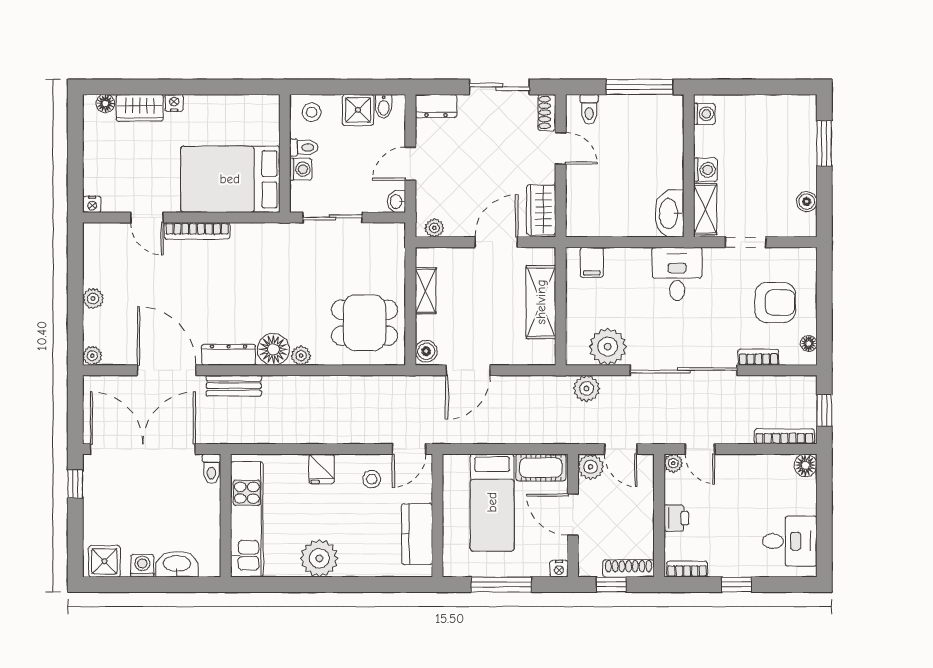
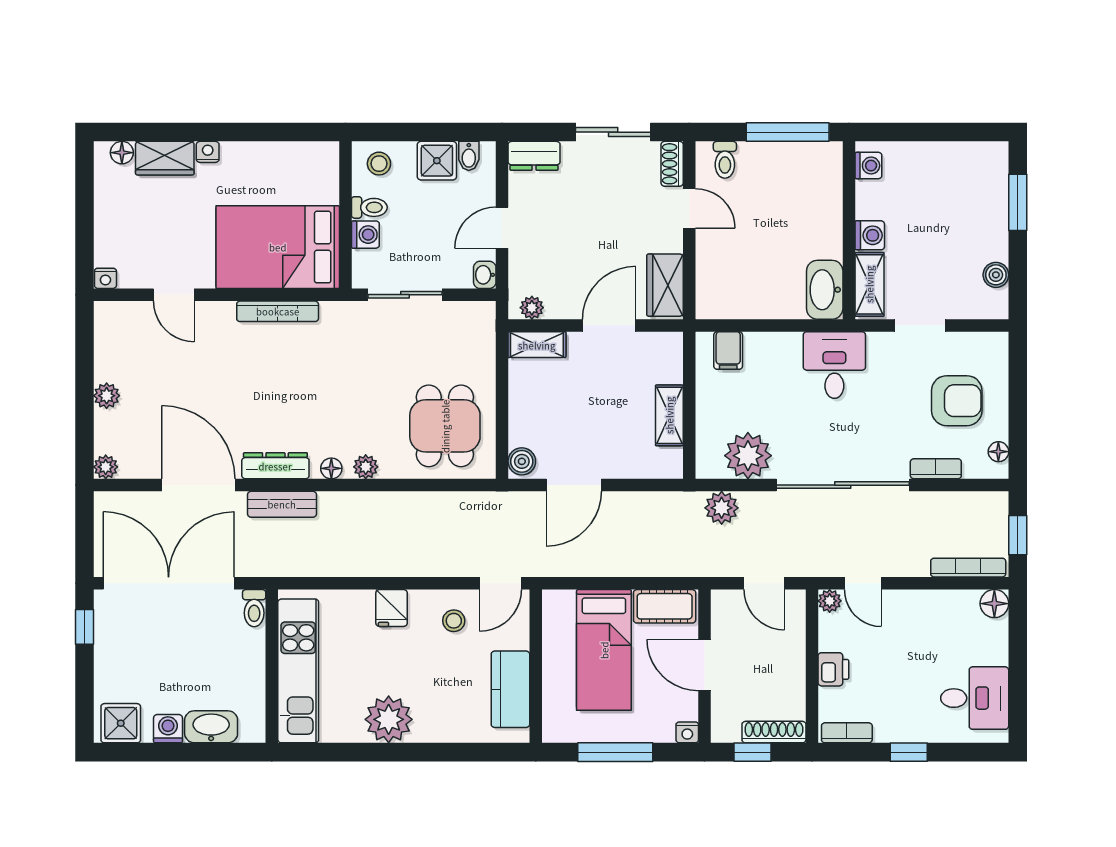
bookcase: (197, 231) -> (278, 311), moved
shelving: (426, 291) -> (537, 345), moved, turned 90
shelving: (541, 302) -> (669, 415), width x0.67, depth x0.75
dining table: (365, 323) -> (445, 426), turned 90
floor lamp: (273, 349) -> (331, 468), width x0.53, depth x0.53
plant: (591, 467) -> (727, 605), removed

